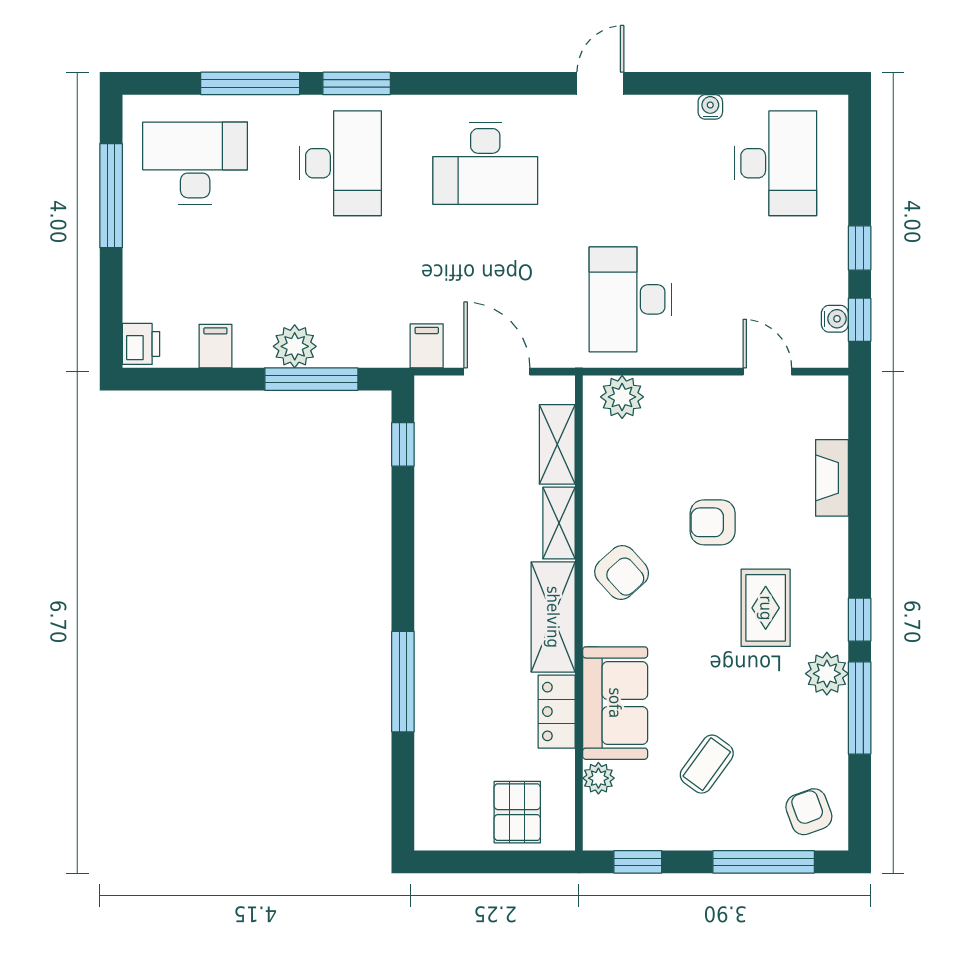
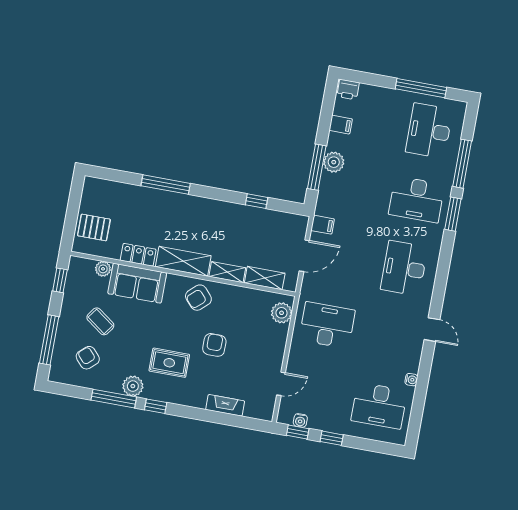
desk: (195, 163) -> (429, 131), turned 180
window: (403, 444) -> (257, 201), moved
armchair: (809, 812) -> (88, 358), moved, turned -112

